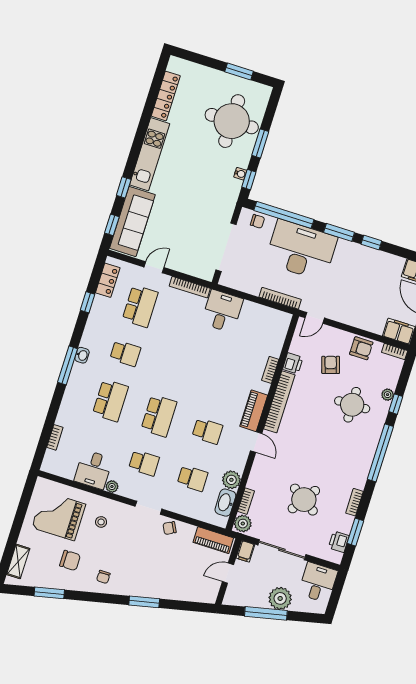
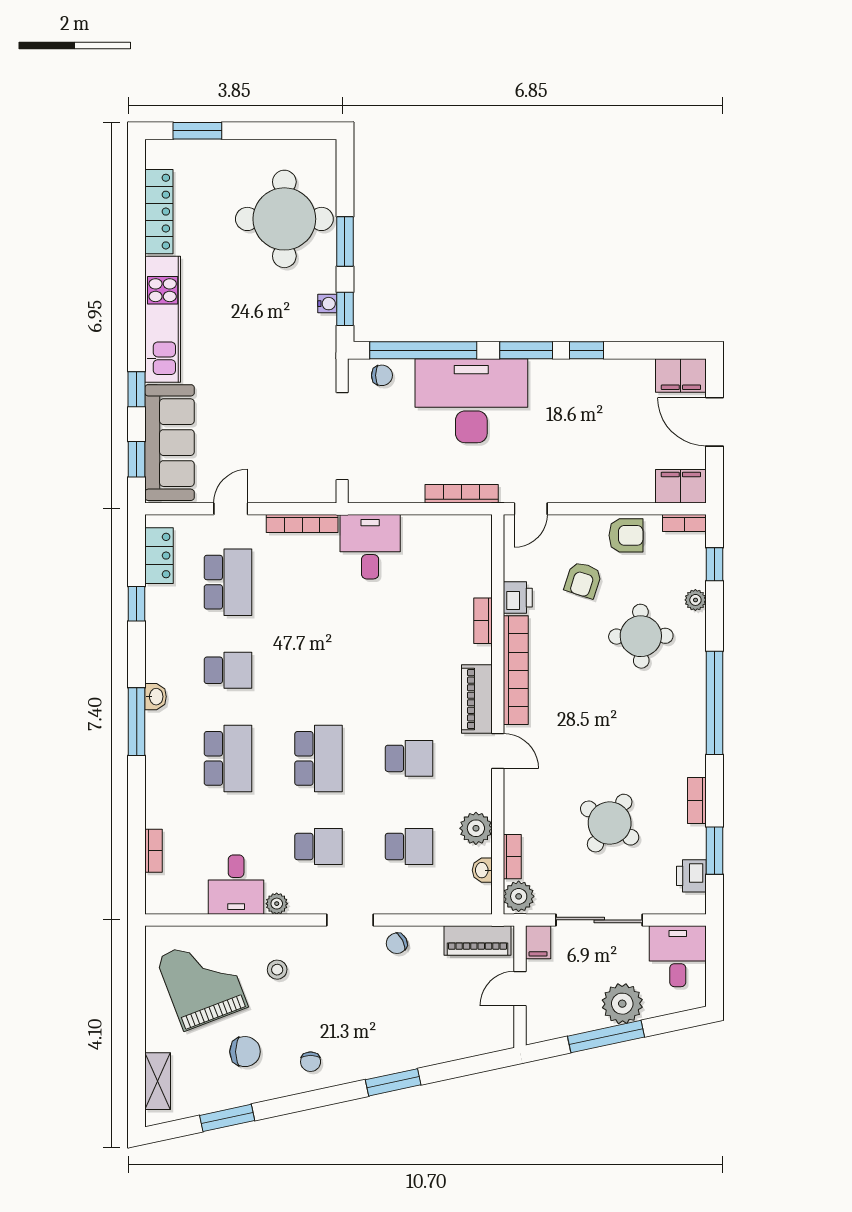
window: (239, 72) -> (197, 131), moved
armchair: (331, 365) -> (583, 580), turned -144
window: (396, 404) -> (715, 564), moved
washbasin: (225, 503) -> (482, 870), width x0.52, depth x0.69
grand piano: (59, 516) -> (202, 982), turned 69

